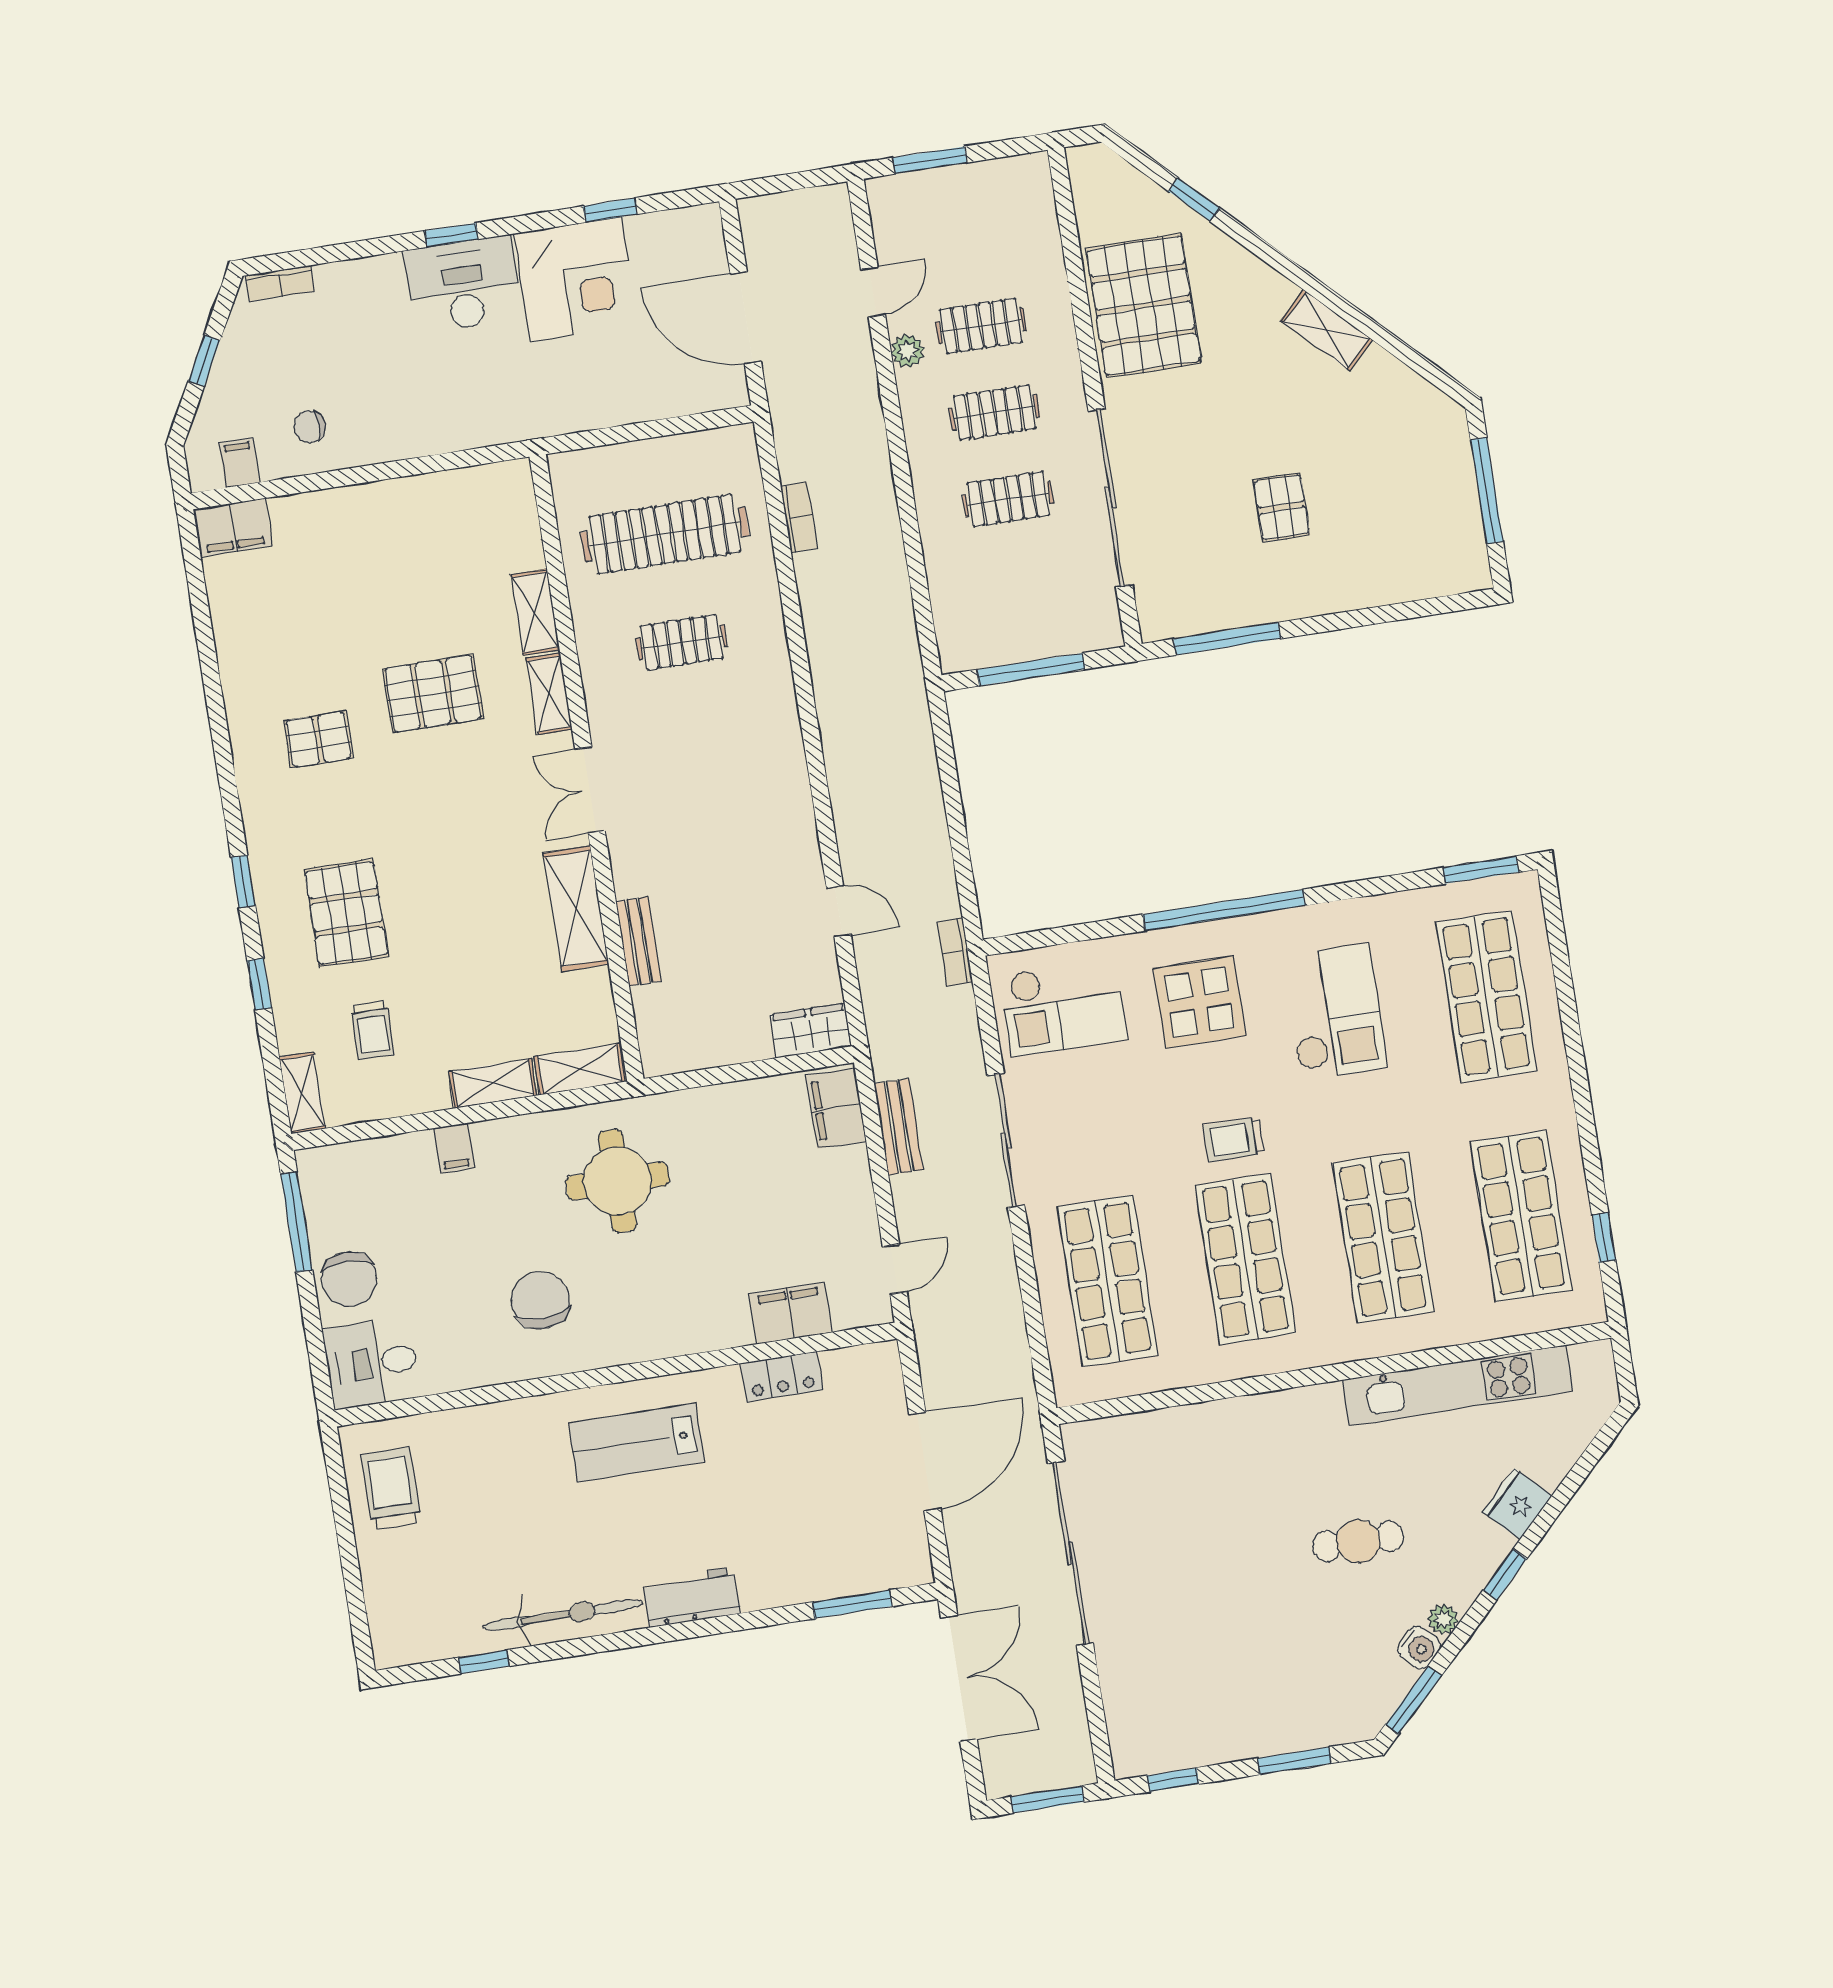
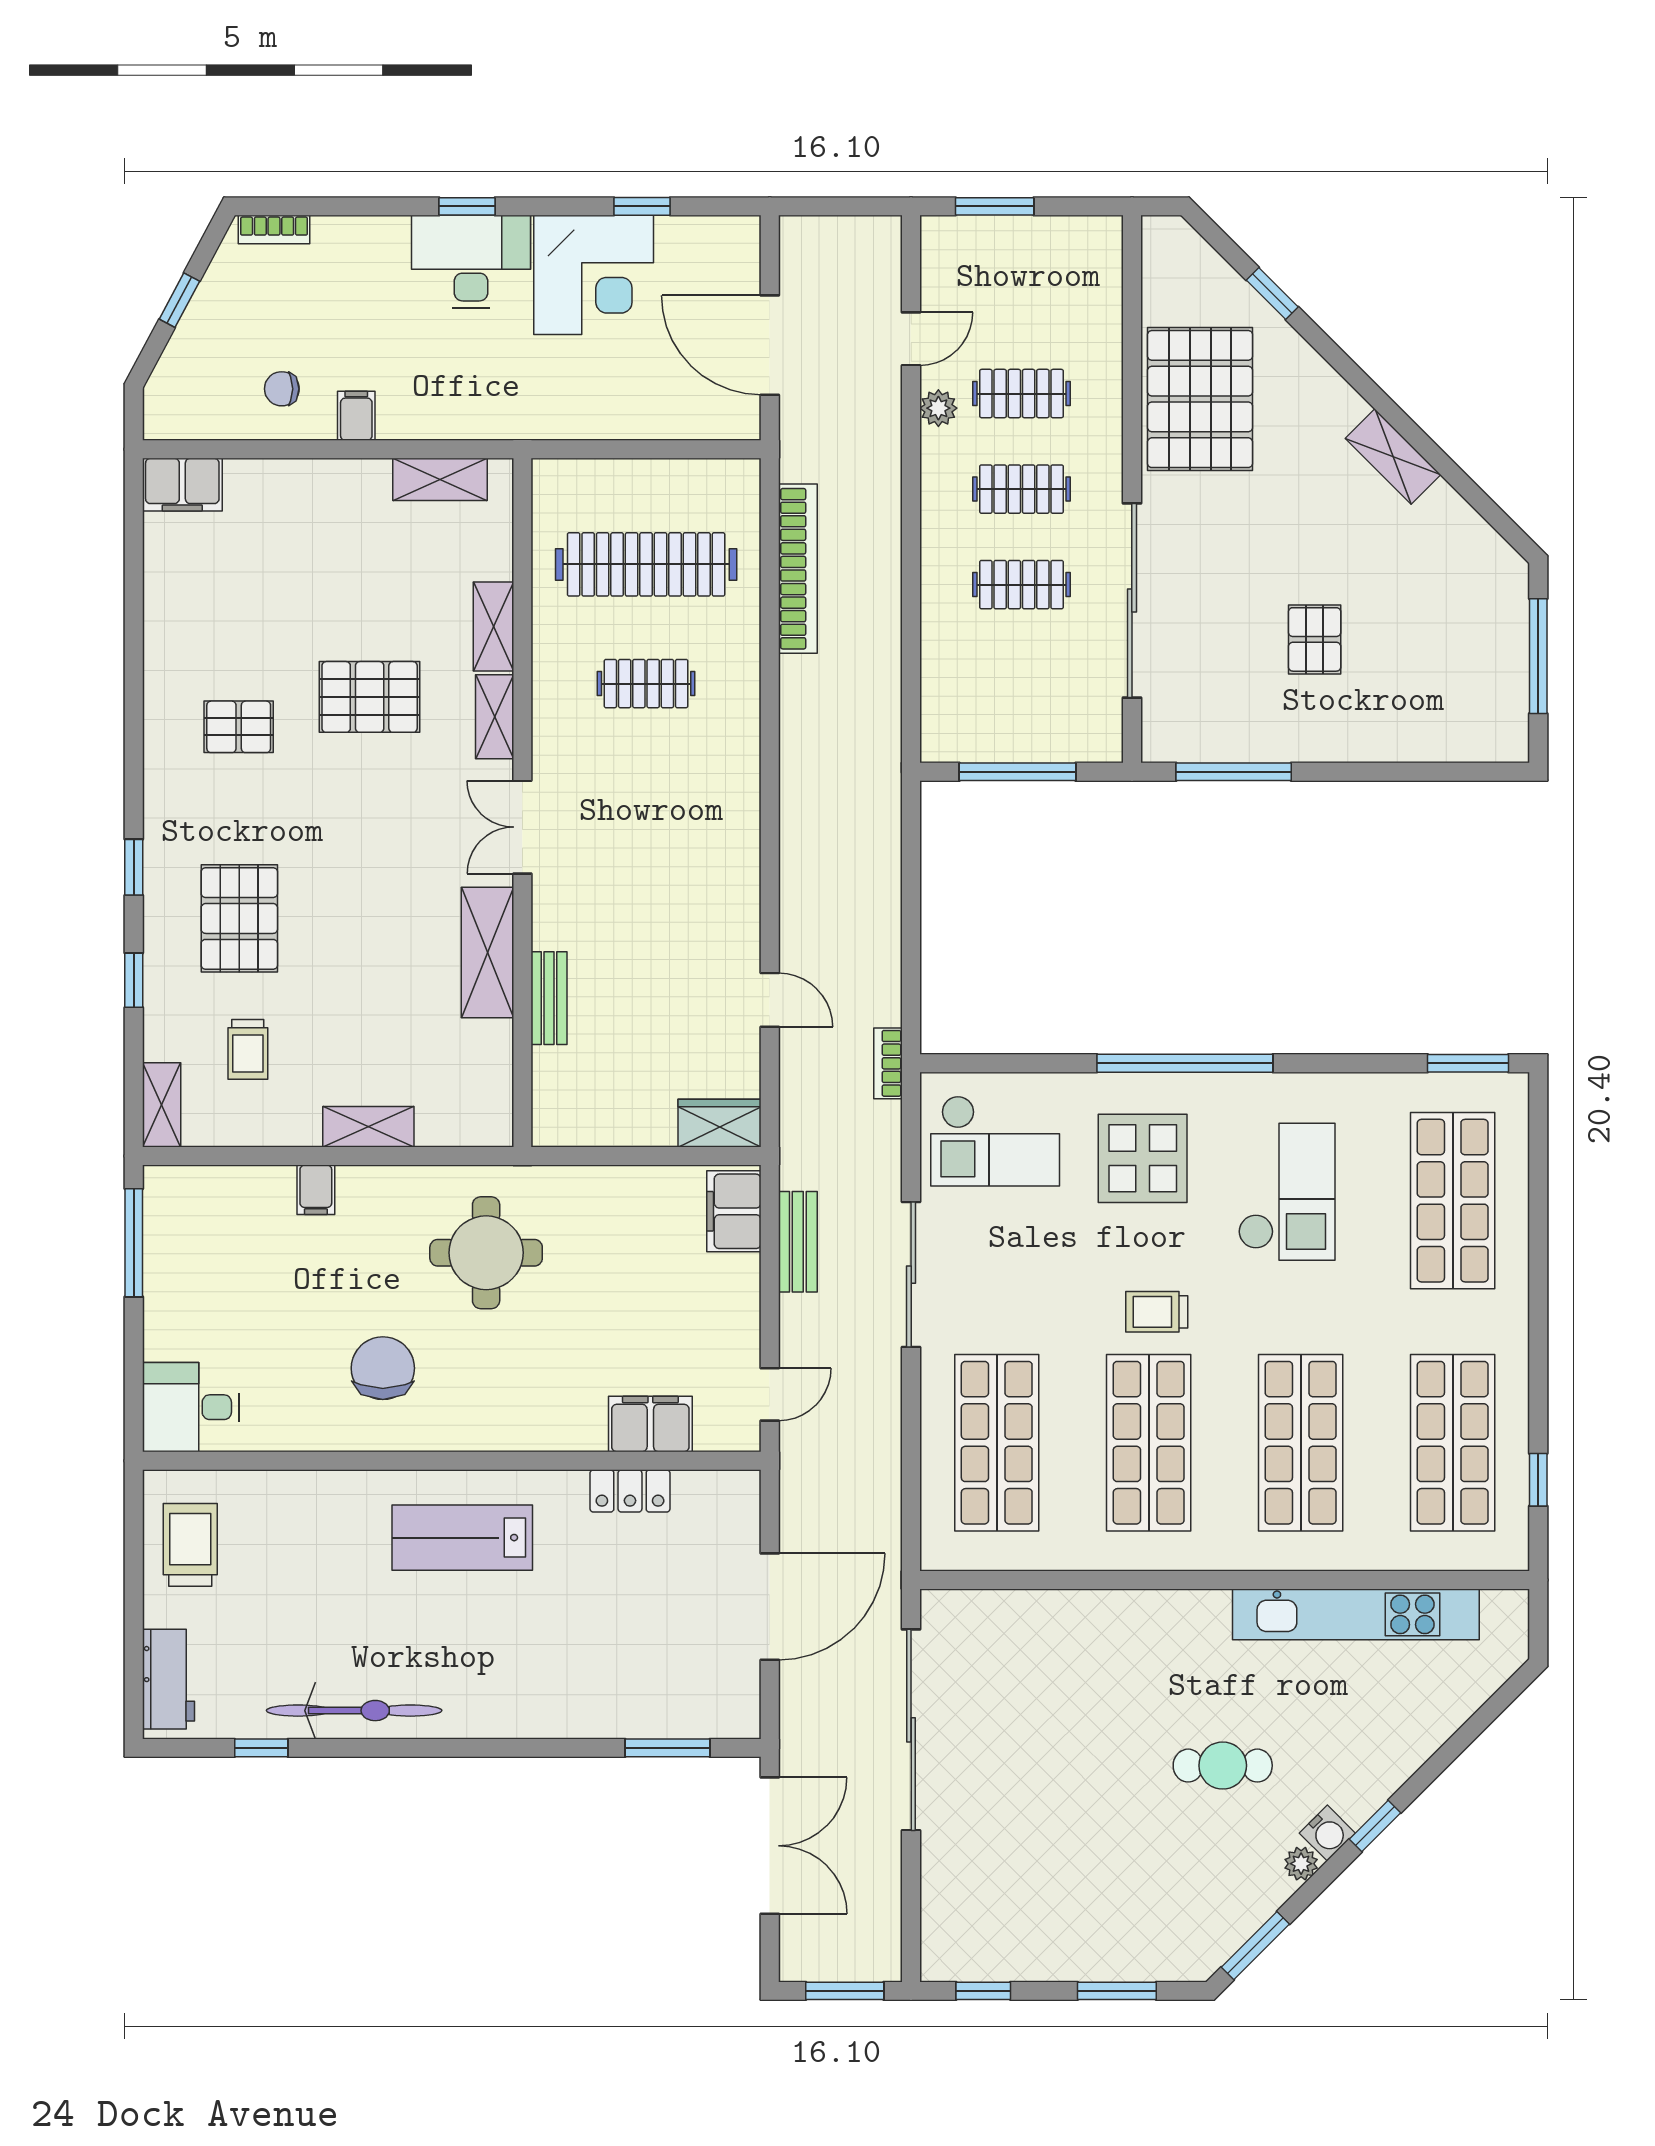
filing cabinet: (239, 463) -> (356, 416), moved
bookcase: (799, 517) -> (798, 569), width x2.31, depth x1.31
shelving: (580, 1069) -> (440, 479), moved
chair: (349, 1279) -> (181, 1313), removed
fridge: (1517, 1504) -> (1400, 1752), removed
workbench: (691, 1597) -> (168, 1679), moved, turned 90
water cooler: (1419, 1647) -> (1327, 1833), moved

